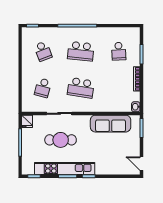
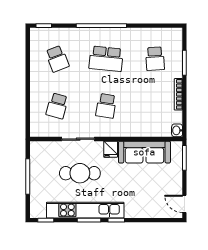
school desk: (81, 88) -> (106, 106), width x0.54
fridge: (27, 121) -> (111, 149), moved

